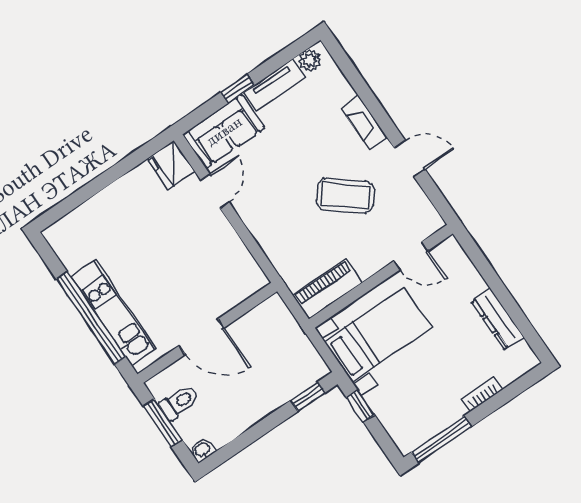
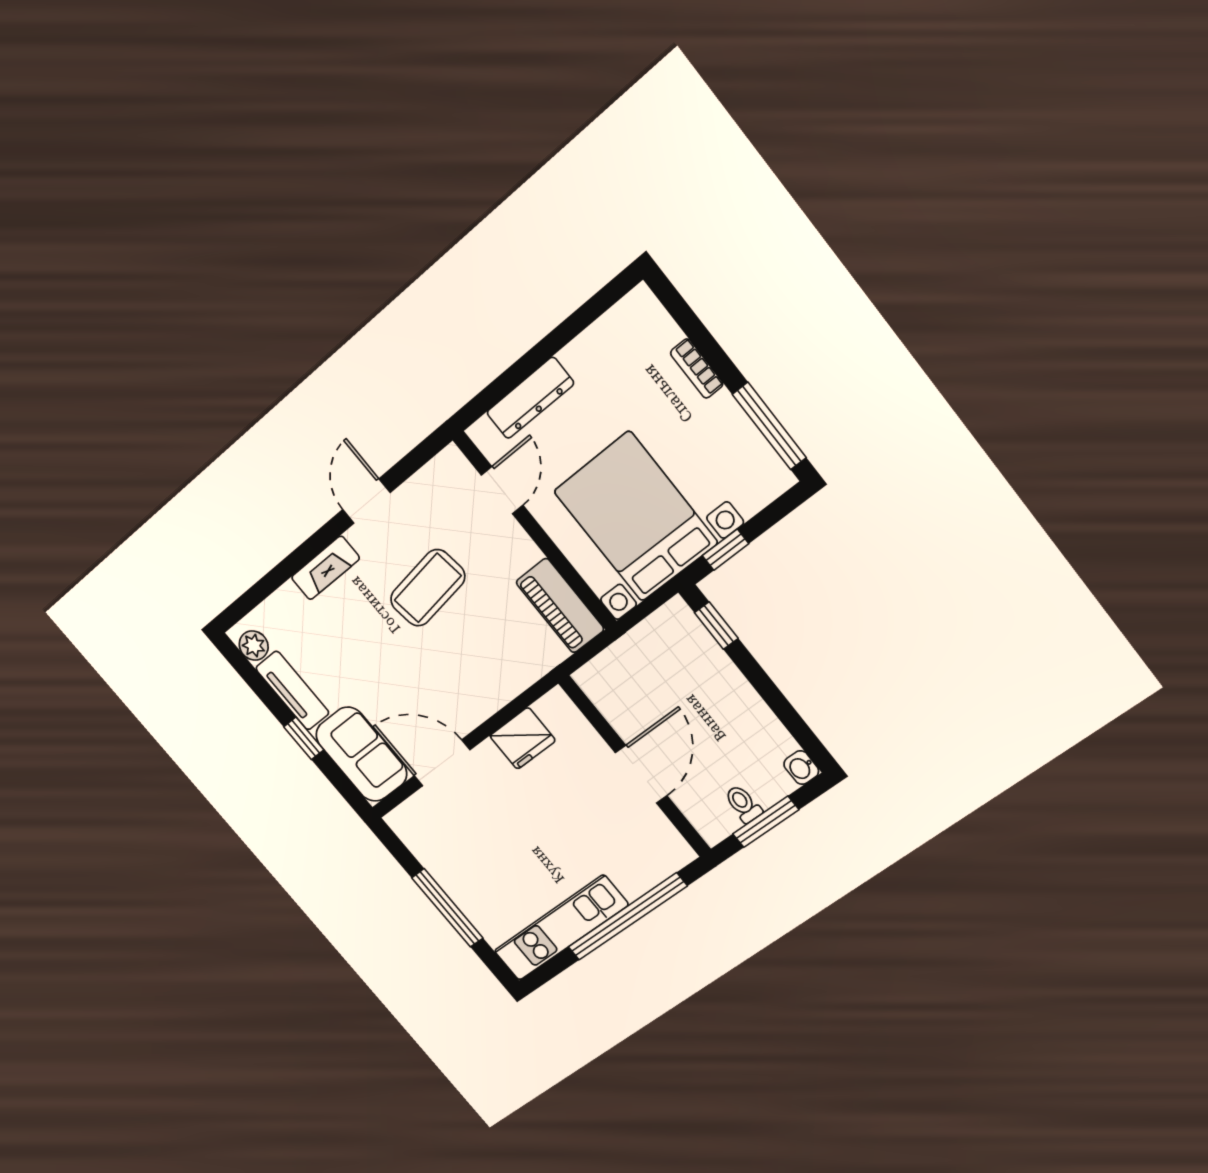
fridge: (171, 165) -> (523, 738), moved
window: (100, 183) -> (447, 908), added
door: (215, 191) -> (442, 763), width x1.38
coffee table: (345, 195) -> (428, 588), turned 43
kitchen unit: (113, 312) -> (561, 928), moved
dresser: (498, 319) -> (530, 398), moved
bed with nightstands: (378, 334) -> (636, 517), width x1.36
toilet: (179, 402) -> (743, 804), width x0.73, depth x0.72

